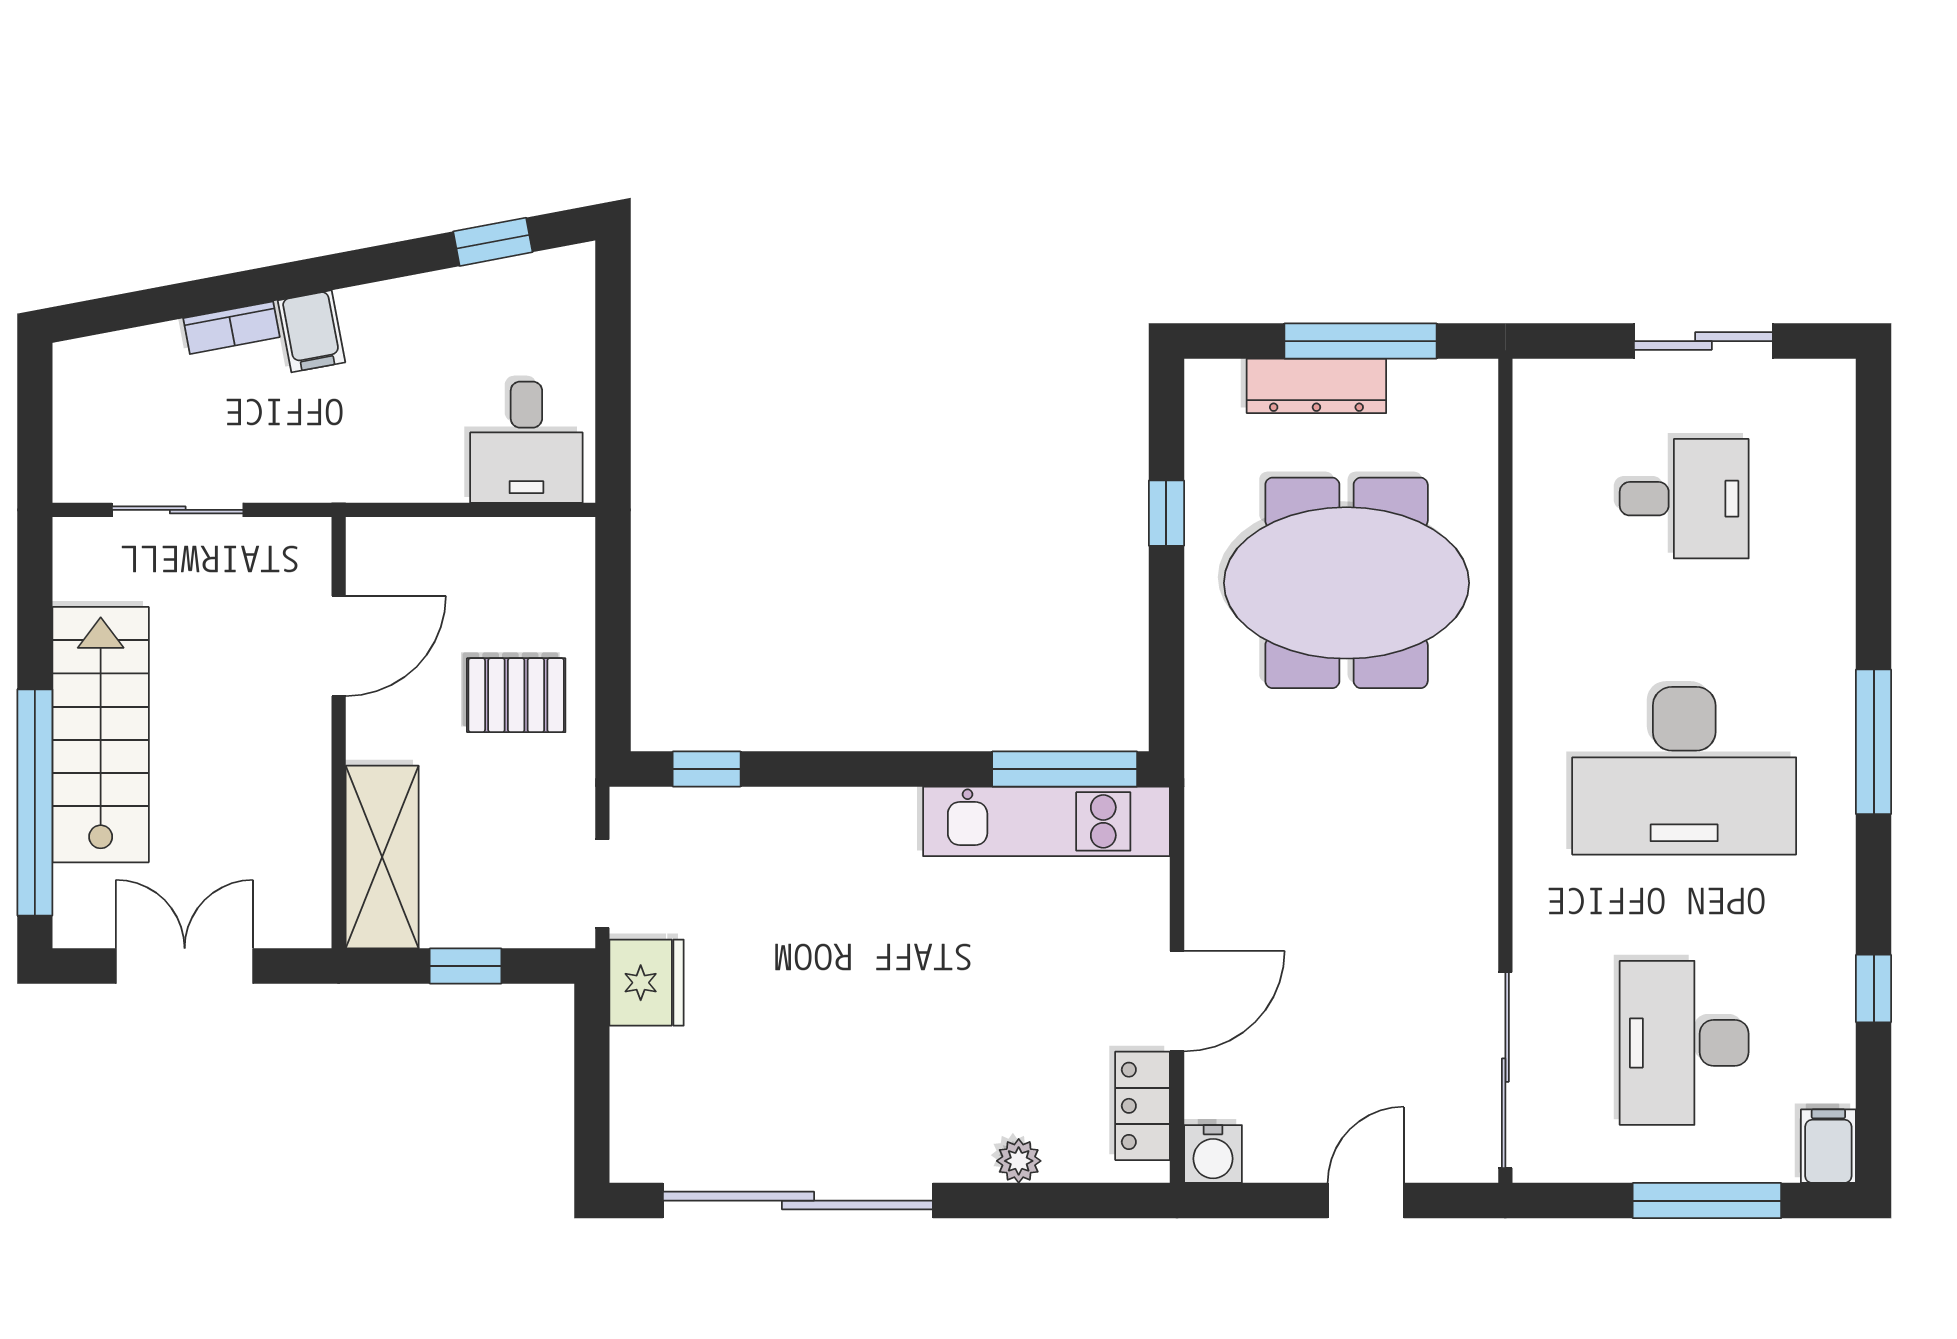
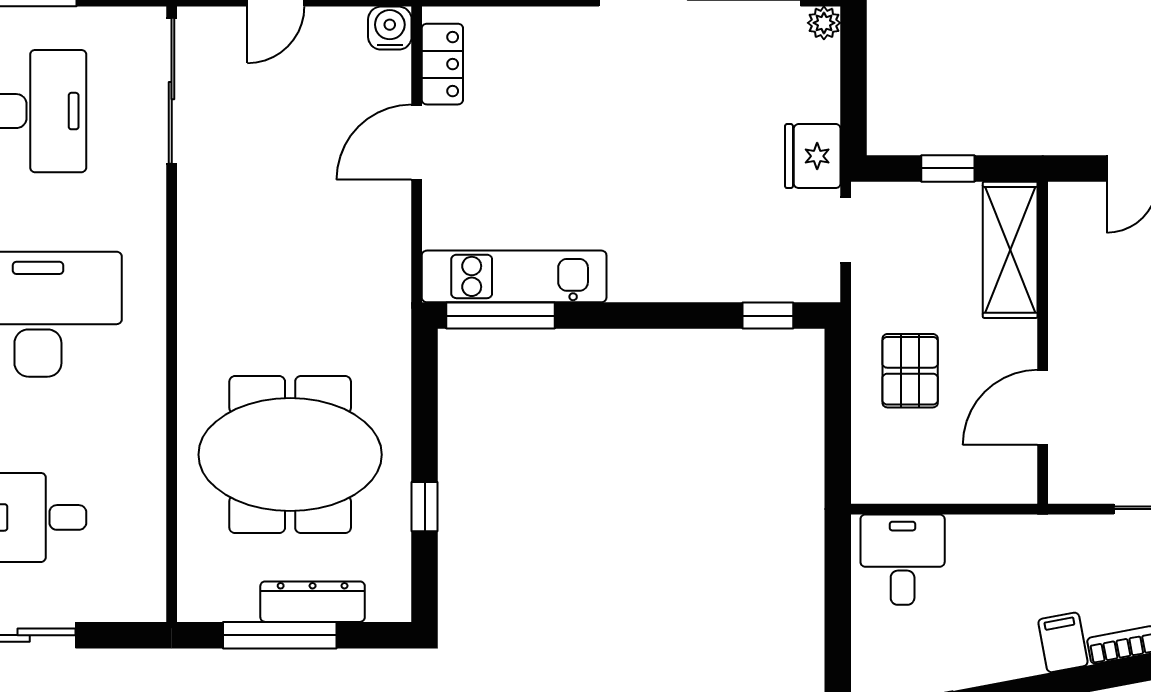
pallet: (516, 695) -> (910, 371), turned 90
plant: (1019, 1161) -> (824, 23), moved

